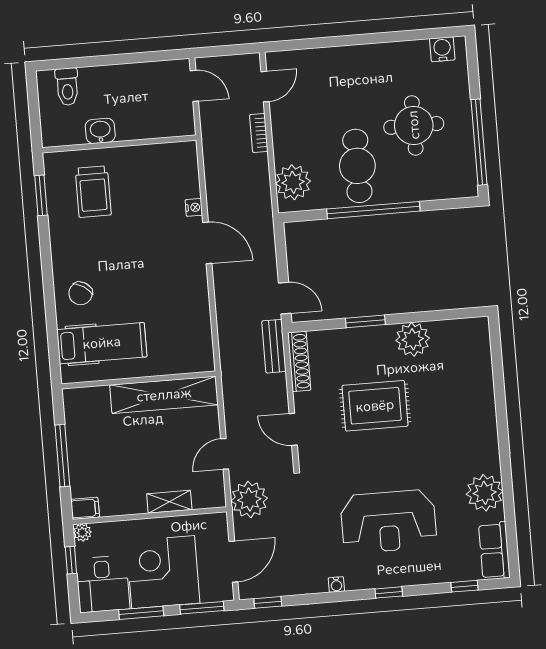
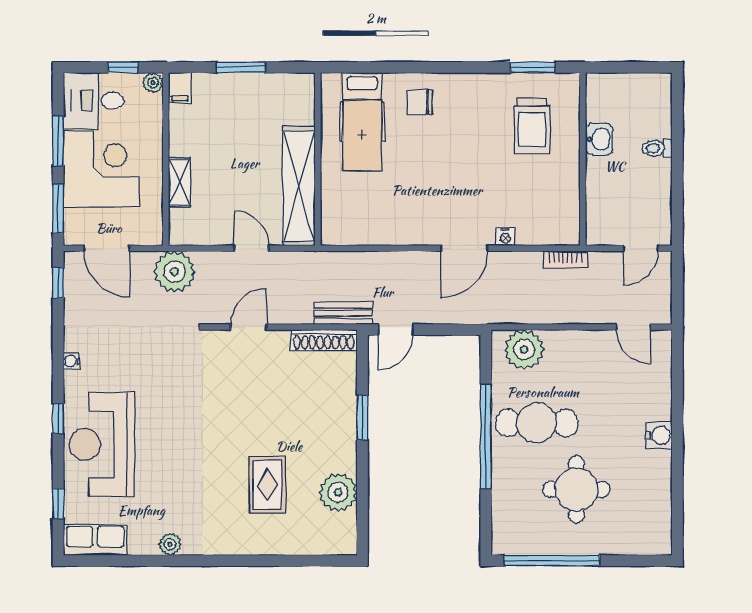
water cooler: (442, 49) -> (659, 435), moved
toilet: (67, 87) -> (657, 148), moved, width x0.73, depth x0.72
bookcase: (259, 133) -> (566, 260), moved, turned 180
trolley: (93, 192) -> (532, 126), turned -90
chair: (81, 293) -> (420, 102), turned -33
plant: (413, 339) -> (338, 492), moved
rug: (375, 406) -> (267, 485), moved, width x0.73, depth x0.70
door: (225, 454) -> (251, 248), moved
window: (62, 456) -> (241, 67), width x0.69
plant: (485, 493) -> (170, 544), width x0.53, depth x0.53
reception desk: (388, 521) -> (102, 444), moved

